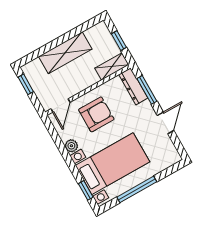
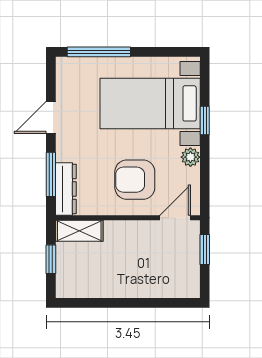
shelving: (65, 53) -> (130, 283), removed
window: (26, 84) -> (205, 249), moved
window: (137, 189) -> (99, 52), moved
window: (86, 190) -> (205, 121), moved

